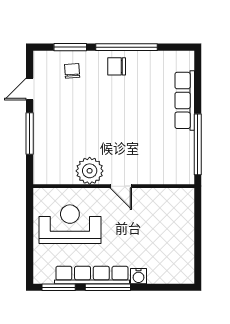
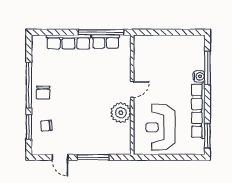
row of seats: (185, 150) -> (106, 41), added
window: (108, 287) -> (207, 68), moved

